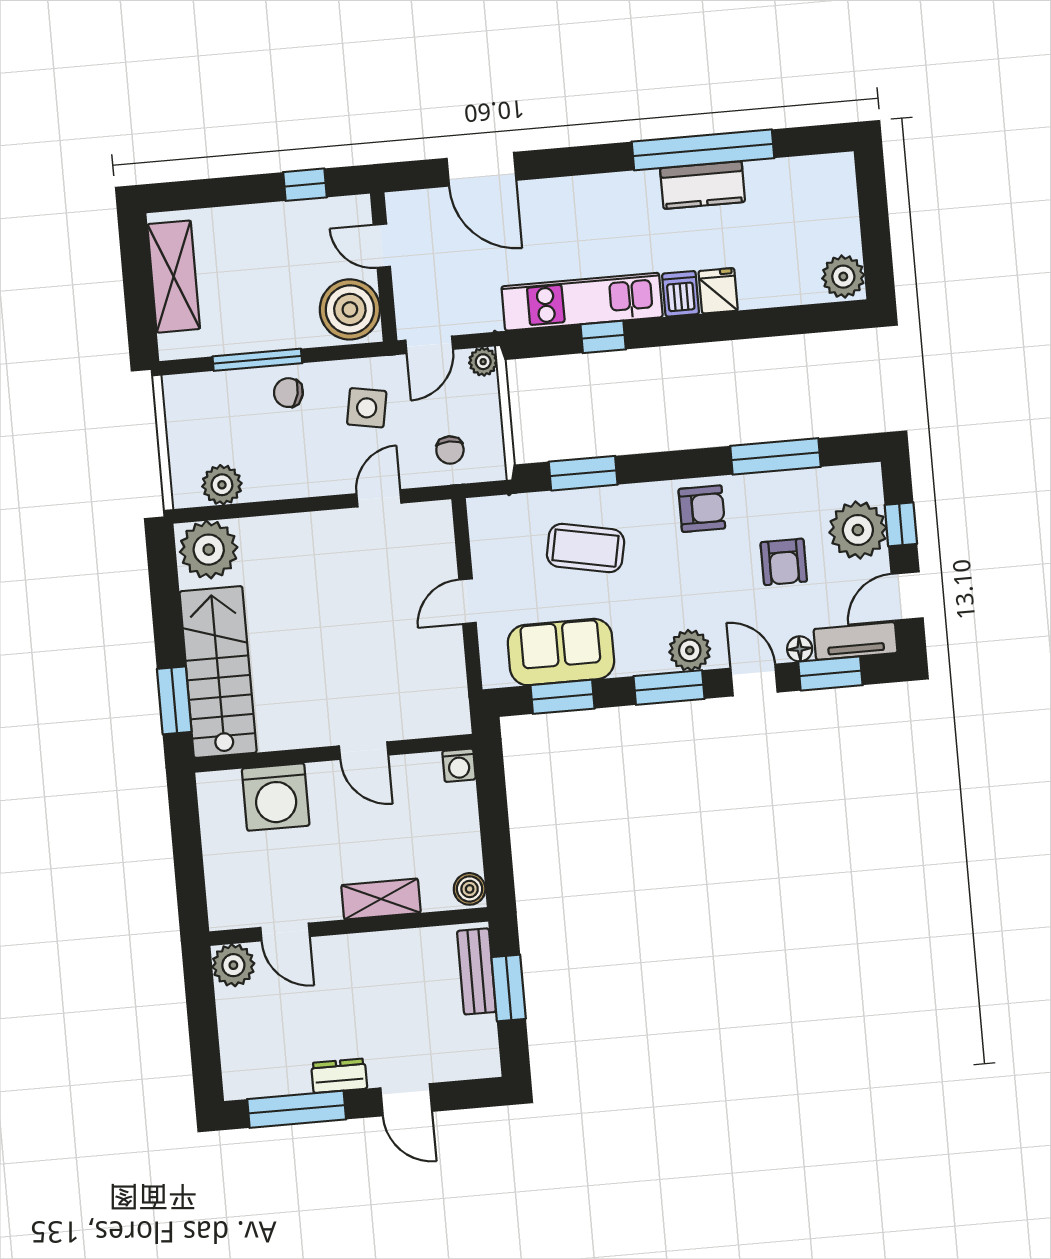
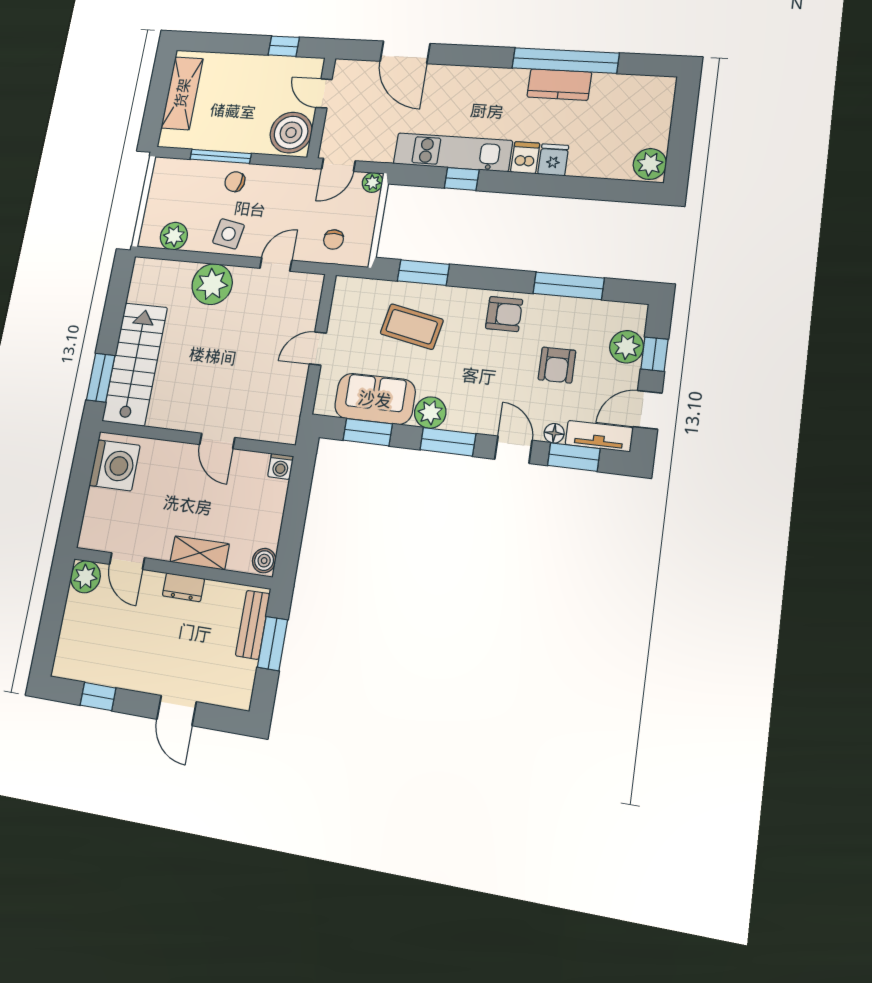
side table: (367, 408) -> (229, 234), moved
plant: (858, 530) -> (627, 347), width x0.73, depth x0.73
plant: (209, 550) -> (212, 284), moved
plant: (690, 650) -> (430, 413), moved
washing machine: (276, 797) -> (115, 465), moved, turned -90
dresser: (339, 1076) -> (183, 587), moved, turned 180
window: (297, 1109) -> (98, 697), width x0.46

